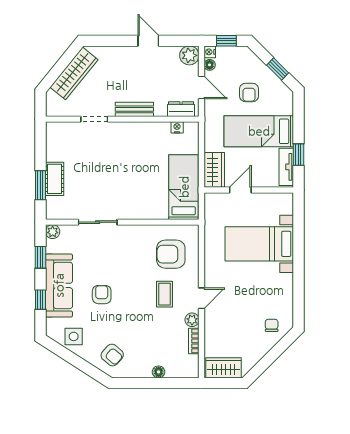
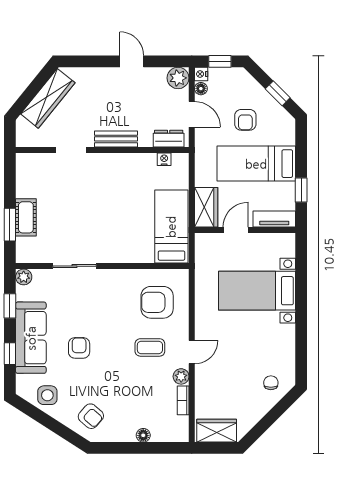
tv unit: (286, 167) -> (274, 219), moved, turned 90
coffee table: (164, 294) -> (150, 347), turned 90

